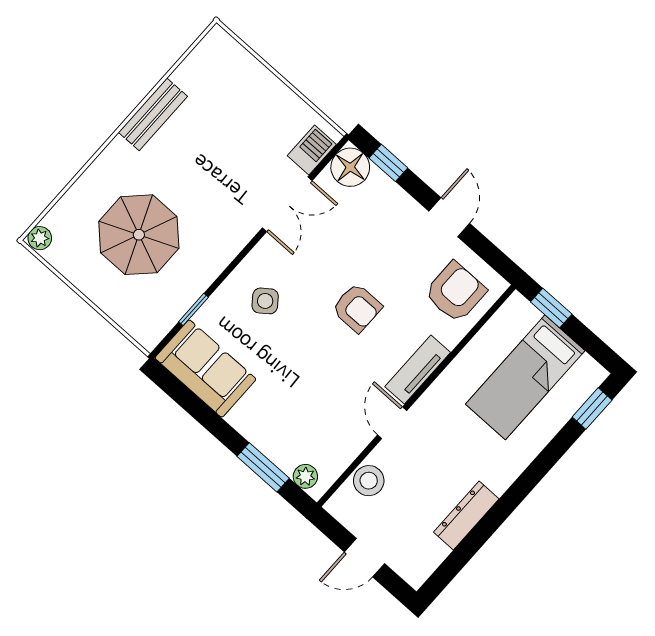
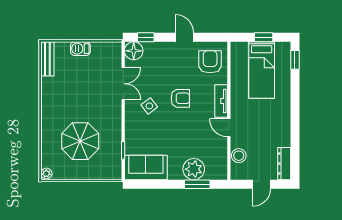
bench: (153, 114) -> (47, 59), moved
barbecue: (312, 150) -> (80, 49), moved, turned -90
side table: (265, 301) -> (149, 106), moved
window: (551, 308) -> (264, 37), moved
plant: (305, 476) -> (194, 169), moved, width x1.88, depth x1.88
dresser: (466, 515) -> (284, 164), moved

